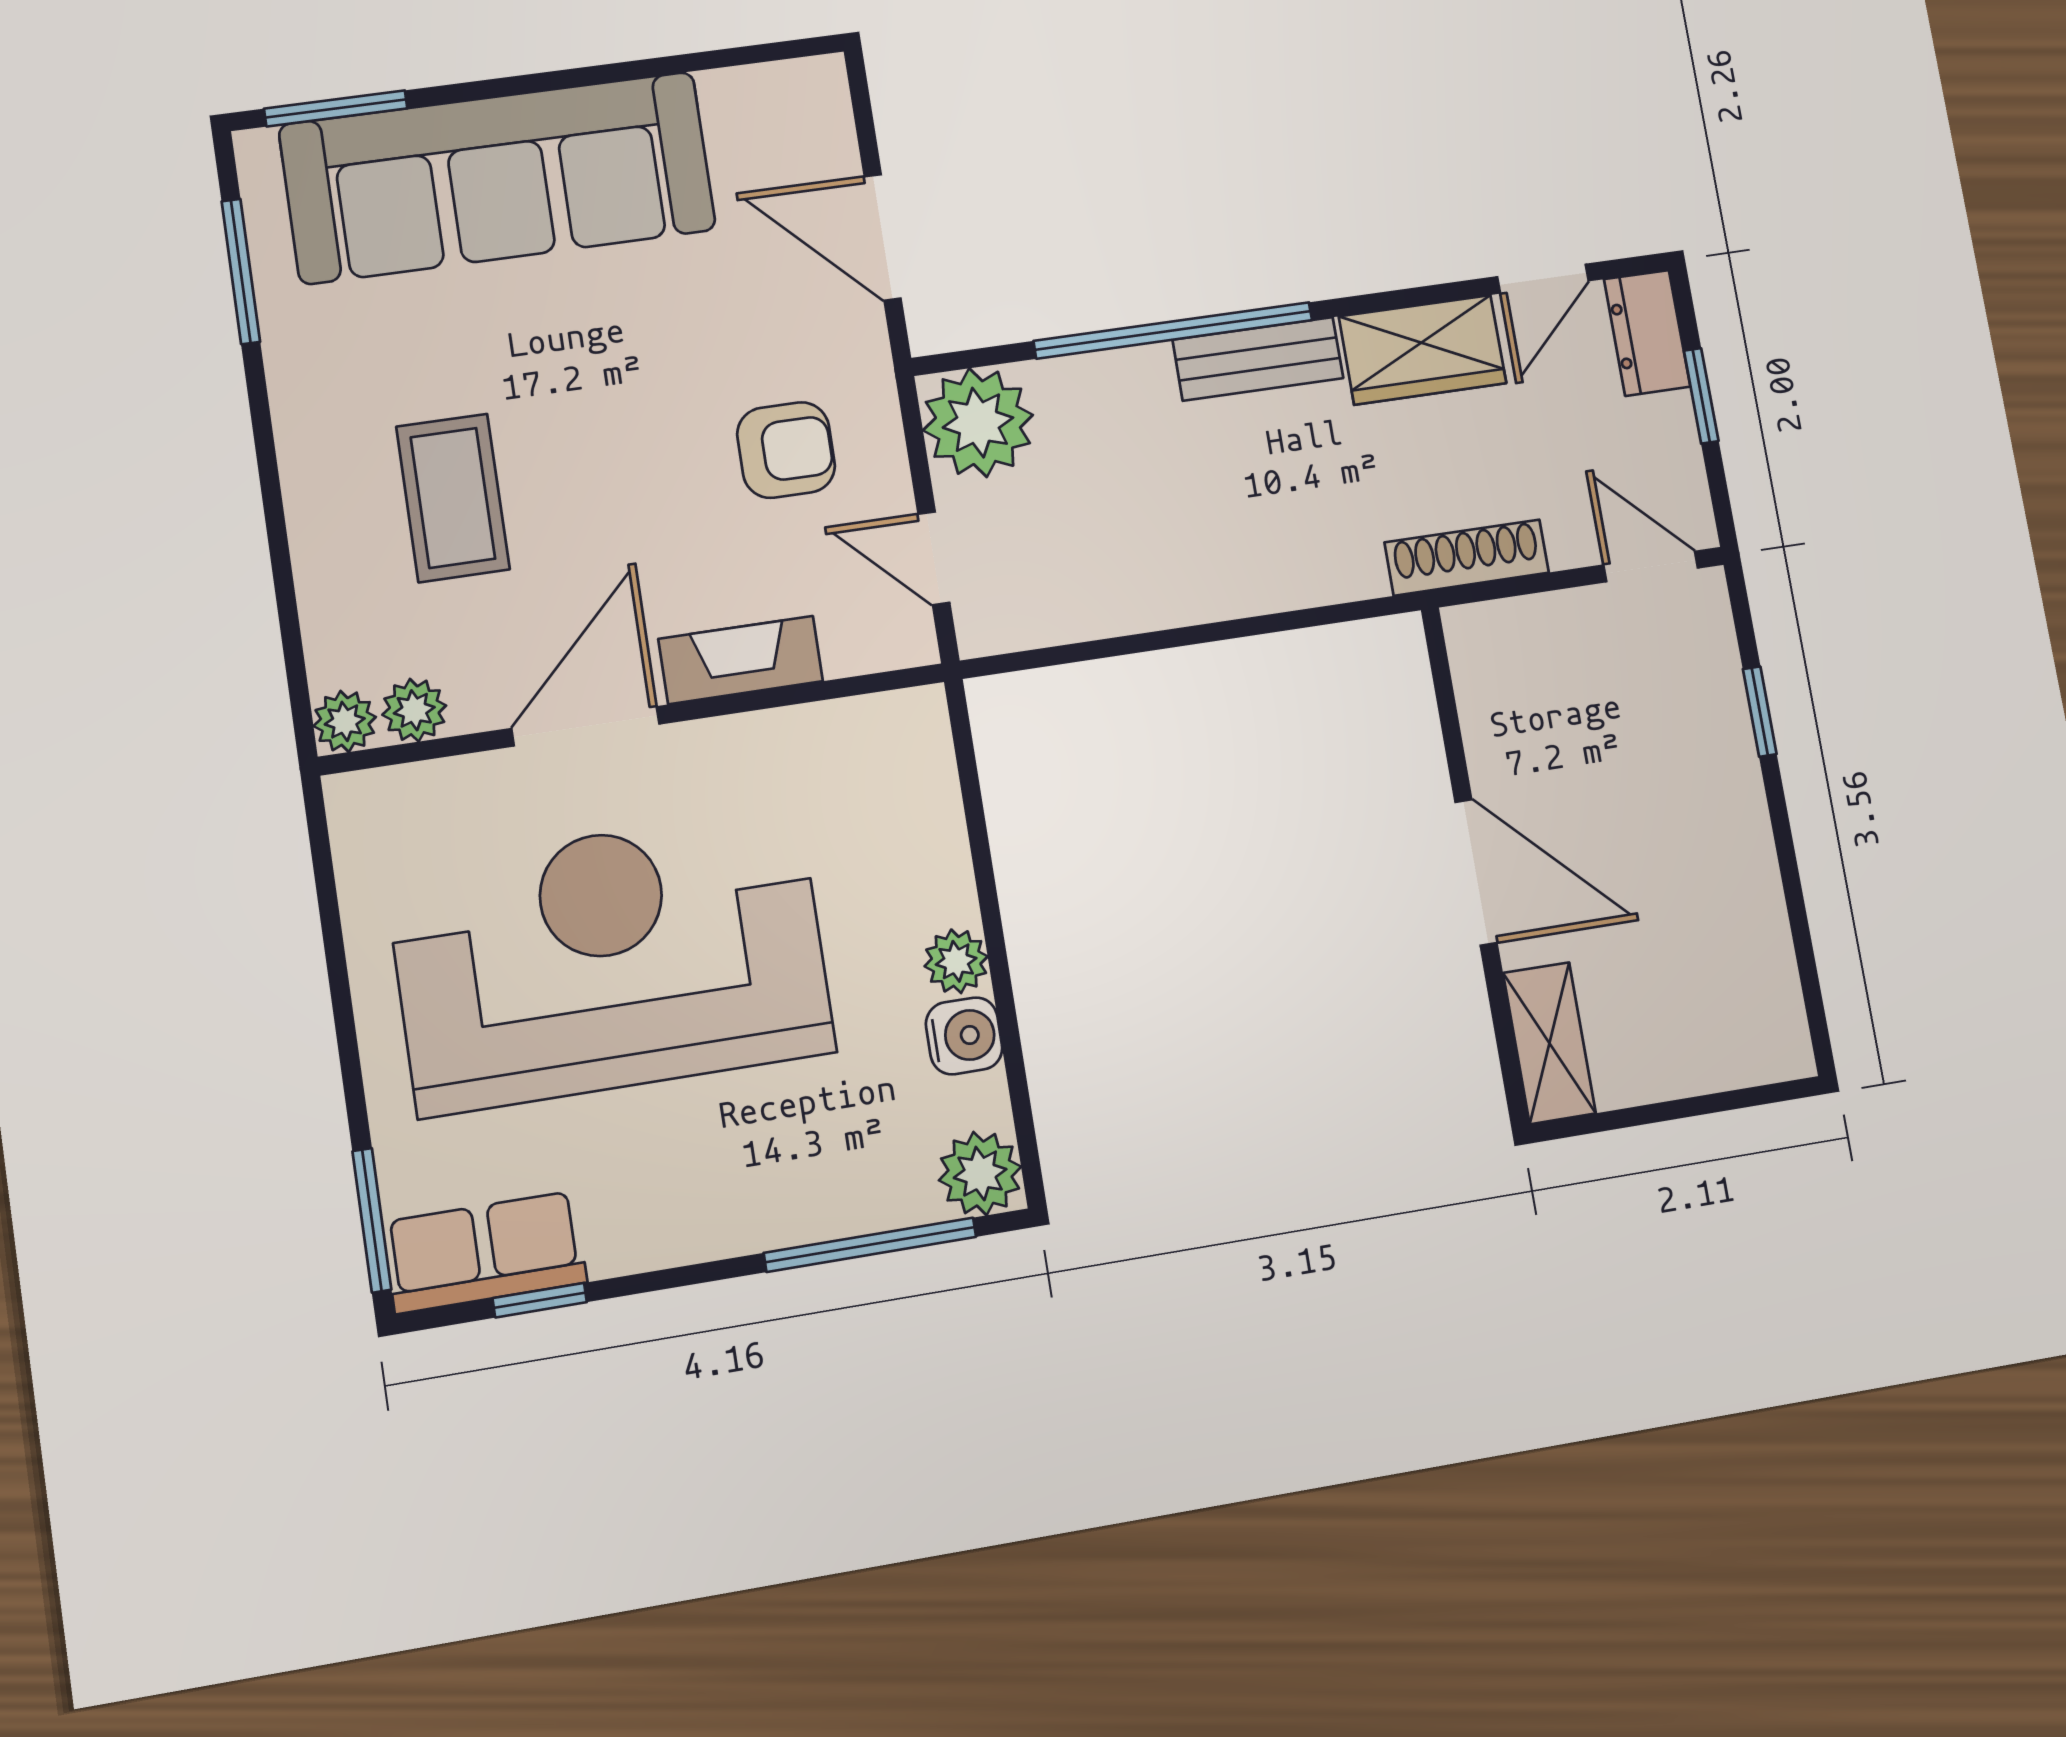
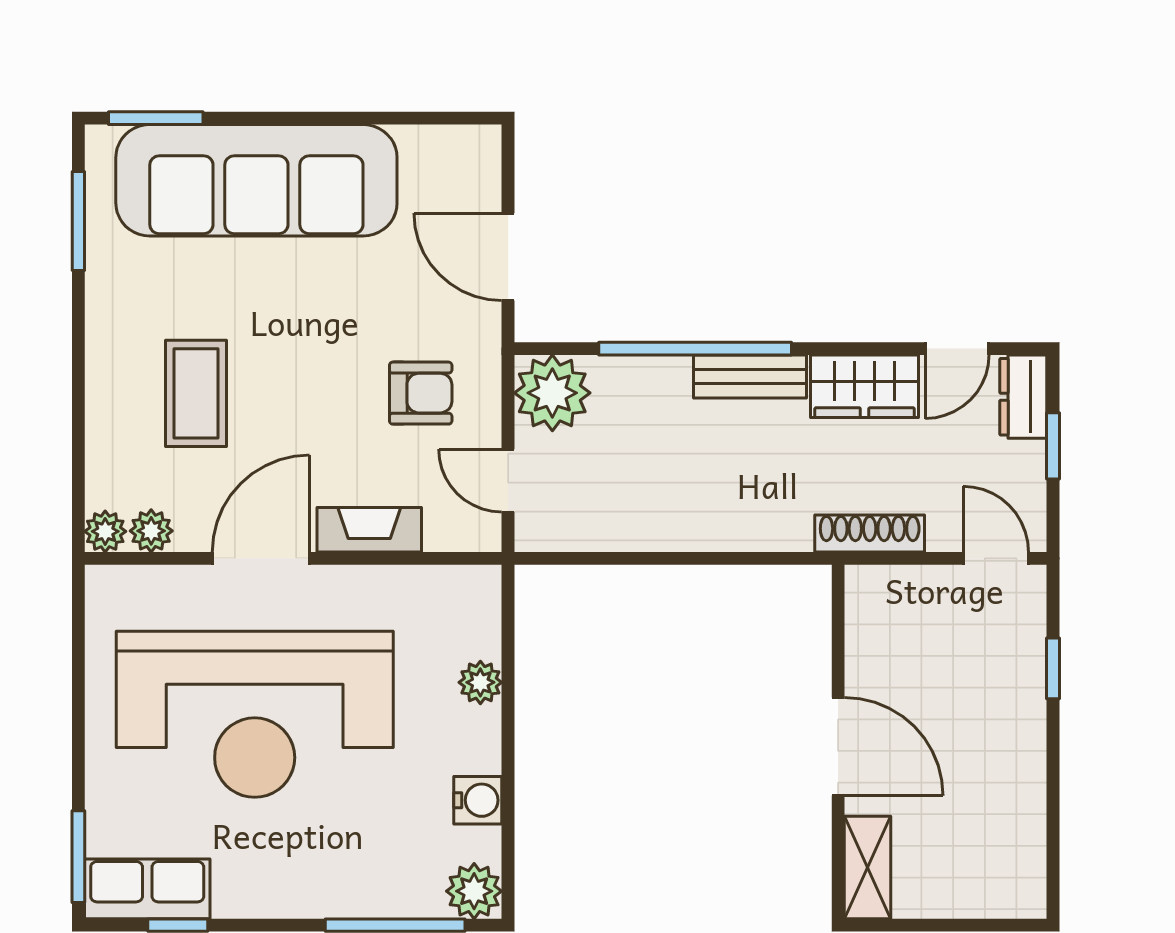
reception desk: (610, 960) -> (255, 714), turned 180
plant: (956, 961) -> (480, 682), moved

